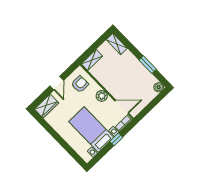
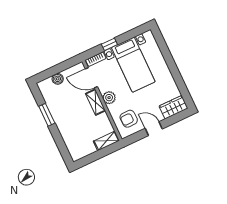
shelving: (117, 44) -> (95, 102), moved
door: (57, 83) -> (154, 129), hinge flipped
boiler: (159, 87) -> (58, 79), moved

